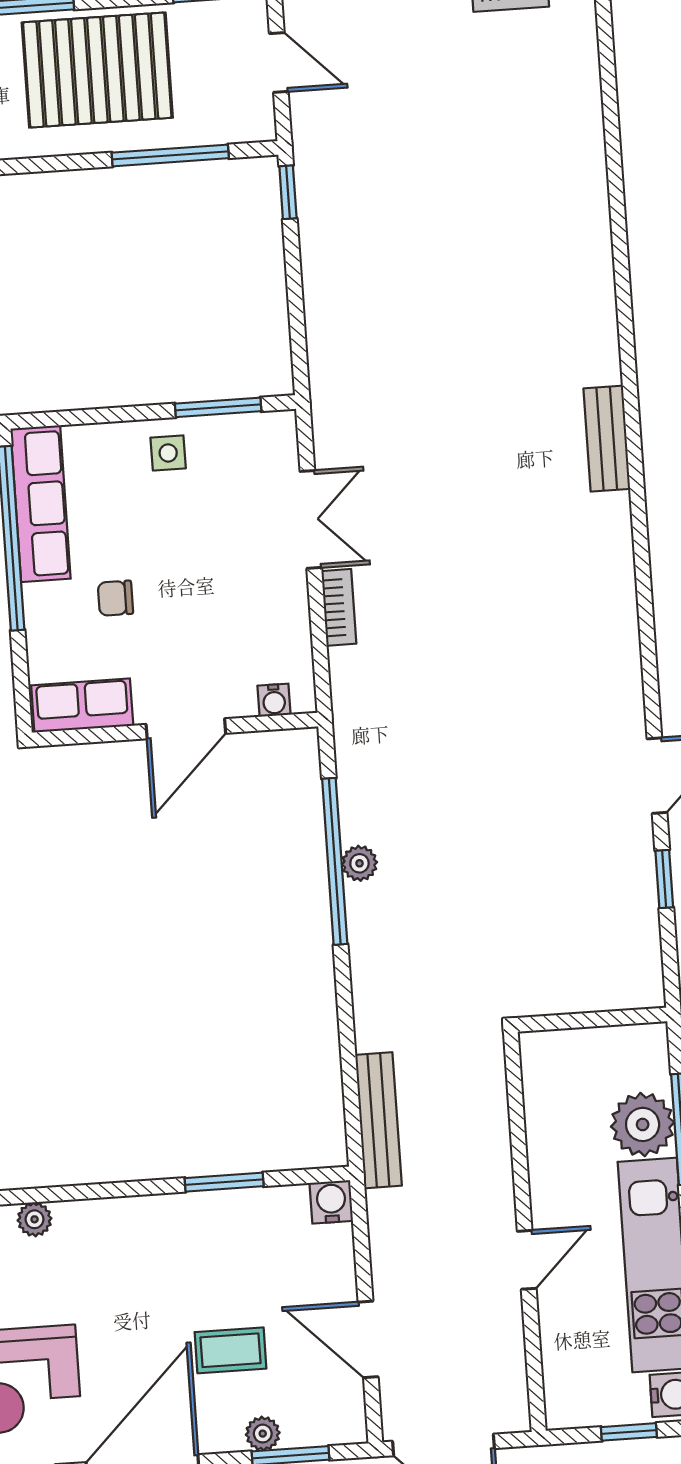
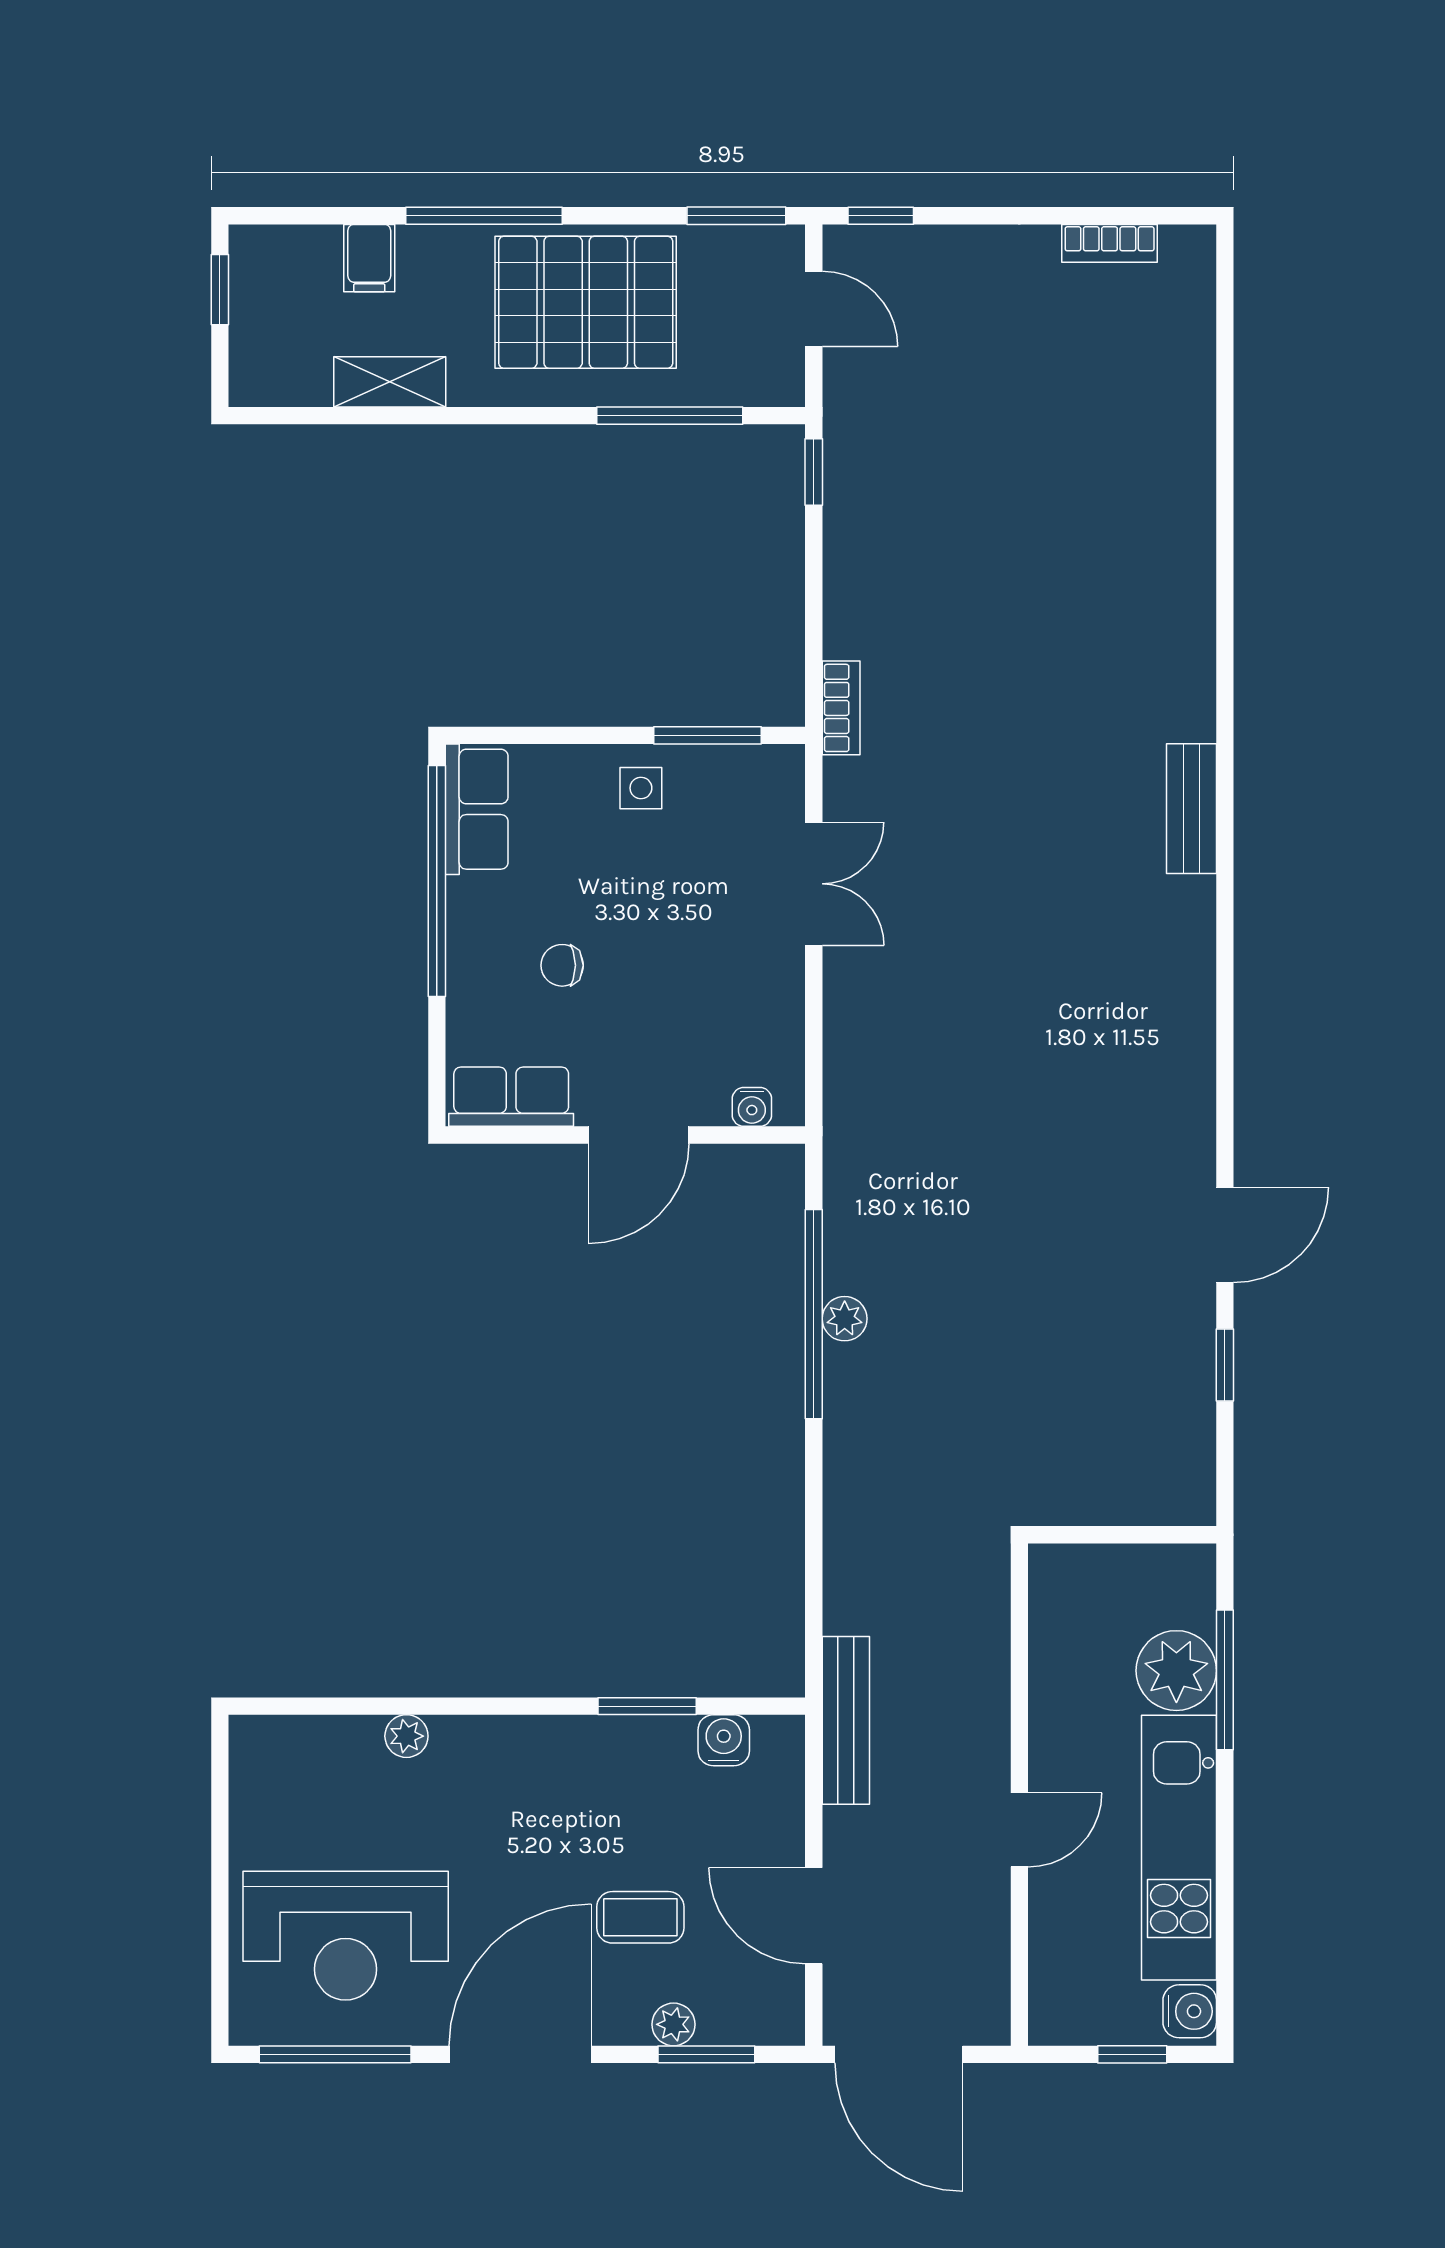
row of seats: (41, 504) -> (477, 809), width x0.68
bookcase: (339, 607) -> (841, 708), moved
bench: (378, 1120) -> (846, 1720), moved
water cooler: (331, 1202) -> (724, 1740), moved

